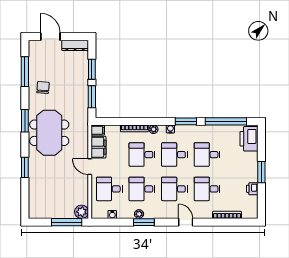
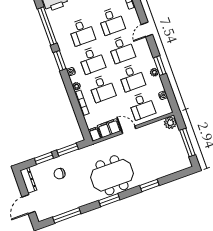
chair: (43, 87) -> (60, 174), moved
door: (90, 167) -> (129, 130), swing flipped
window: (67, 222) -> (187, 143), moved

